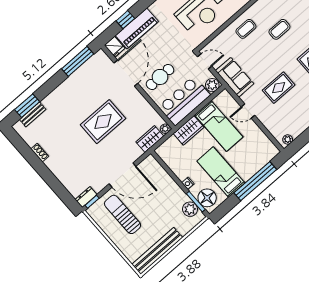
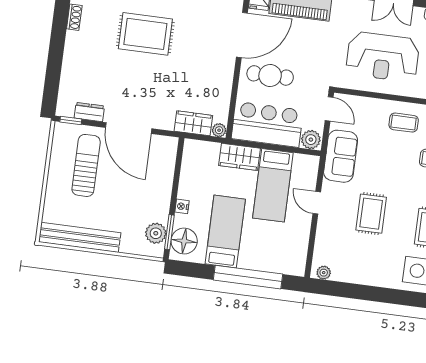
rug: (279, 88) -> (371, 214), turned 90
rug: (103, 122) -> (145, 34), moved
dresser: (86, 197) -> (89, 112), moved

